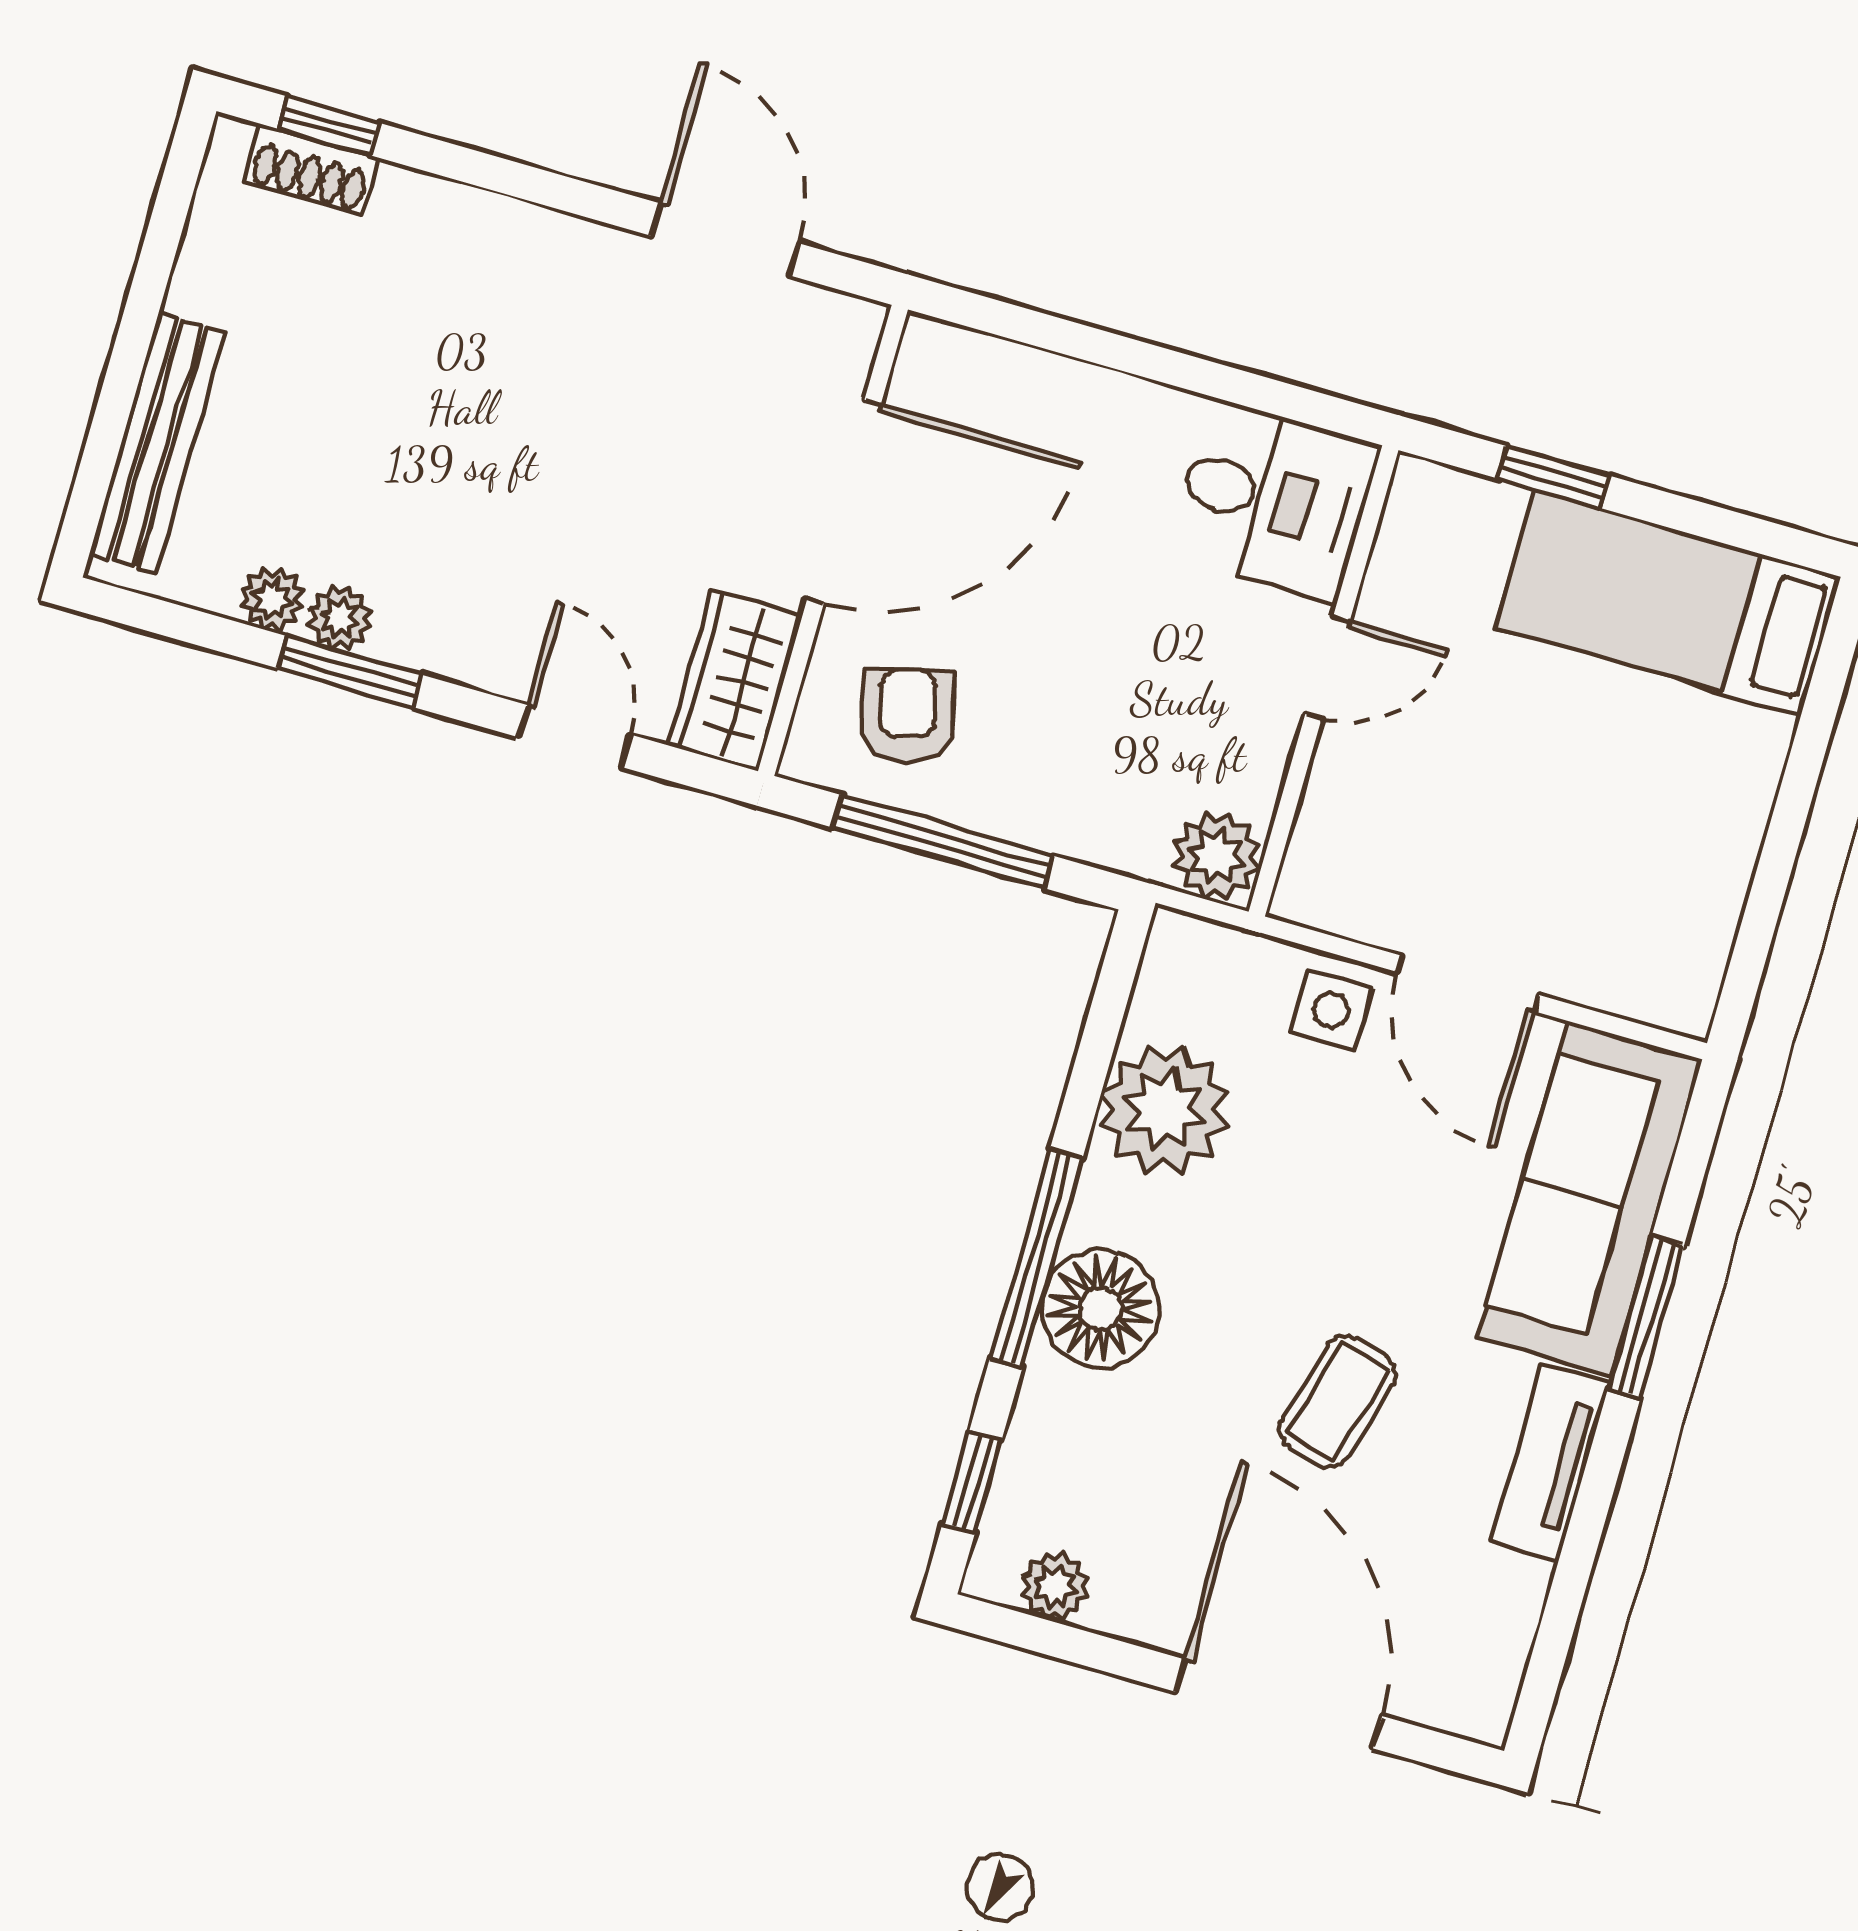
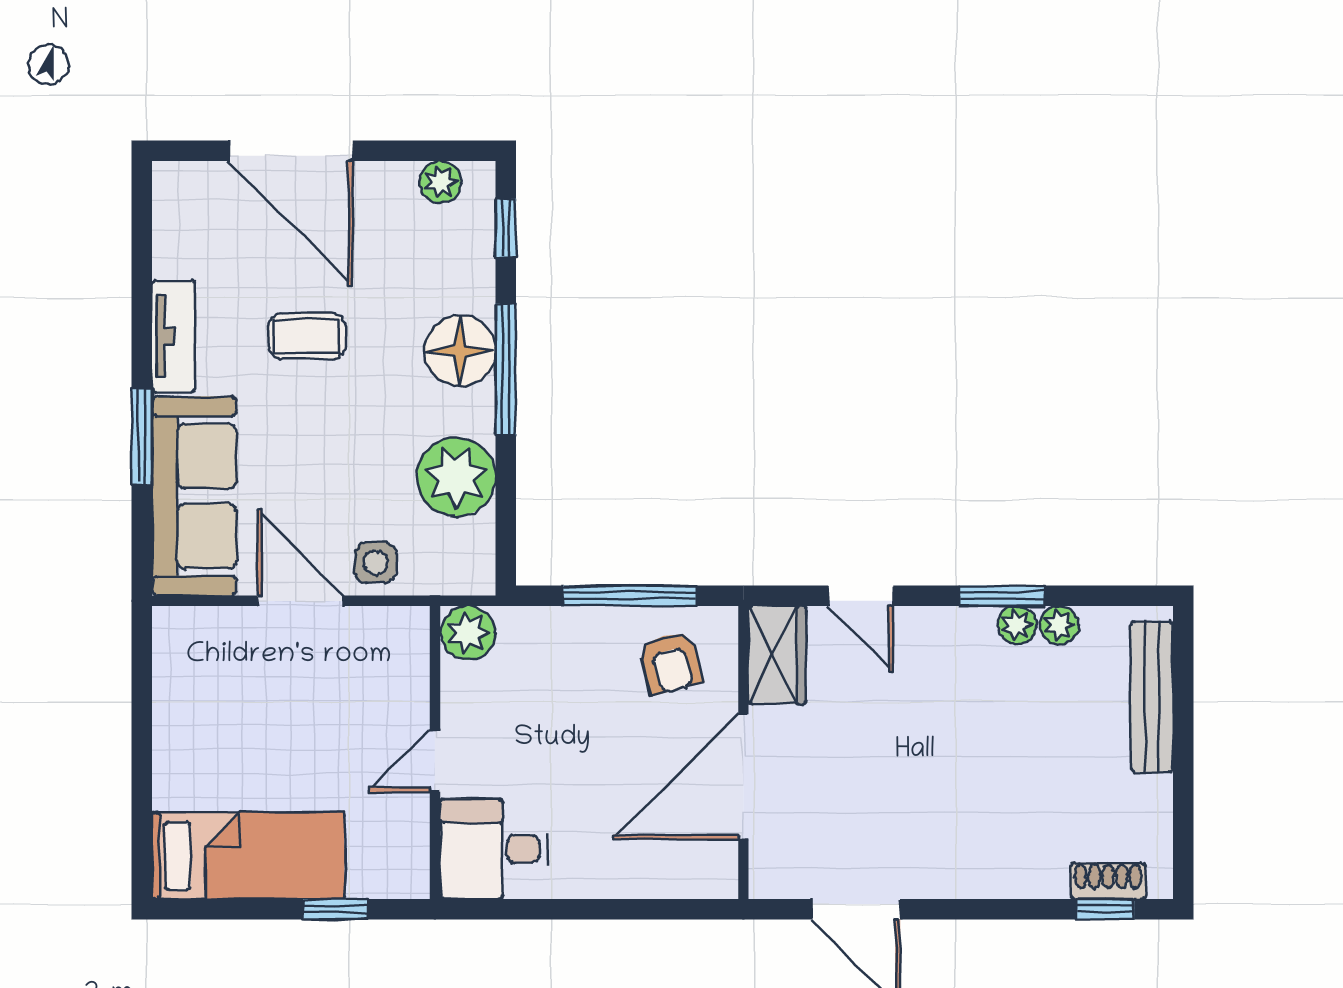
coffee table: (1337, 1402) -> (307, 336), turned 74

